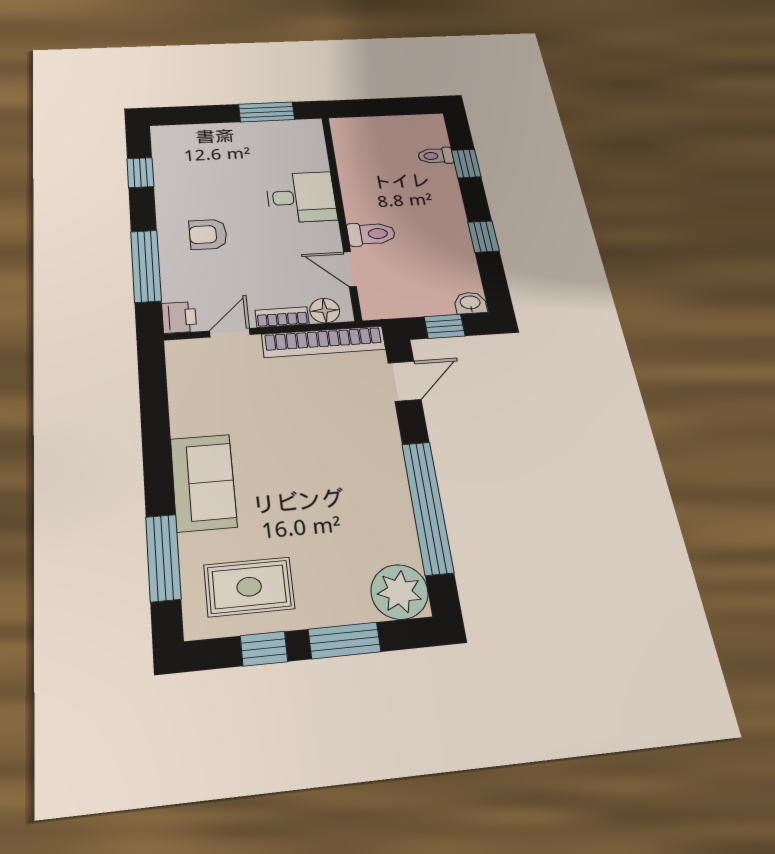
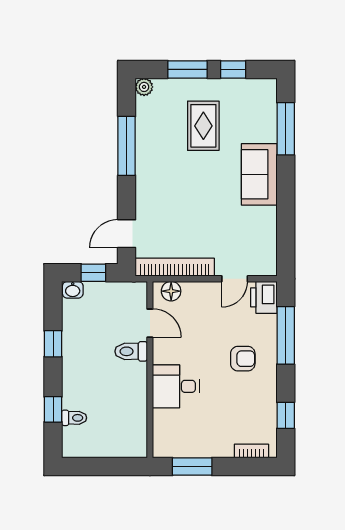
printer: (179, 317) -> (264, 297), width x1.36, depth x1.24
bookcase: (282, 317) -> (251, 451), moved, turned 180
window: (427, 507) -> (127, 146), width x0.68
rug: (249, 587) -> (203, 126), moved, turned 90
plant: (399, 592) -> (144, 87), width x0.53, depth x0.53

